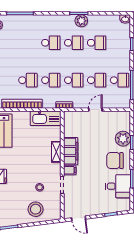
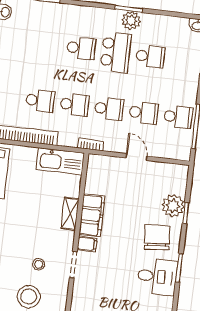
school desk: (74, 43) -> (116, 52), width x1.85
door: (95, 110) -> (137, 157), hinge flipped
chair: (115, 161) -> (157, 237), turned 86

